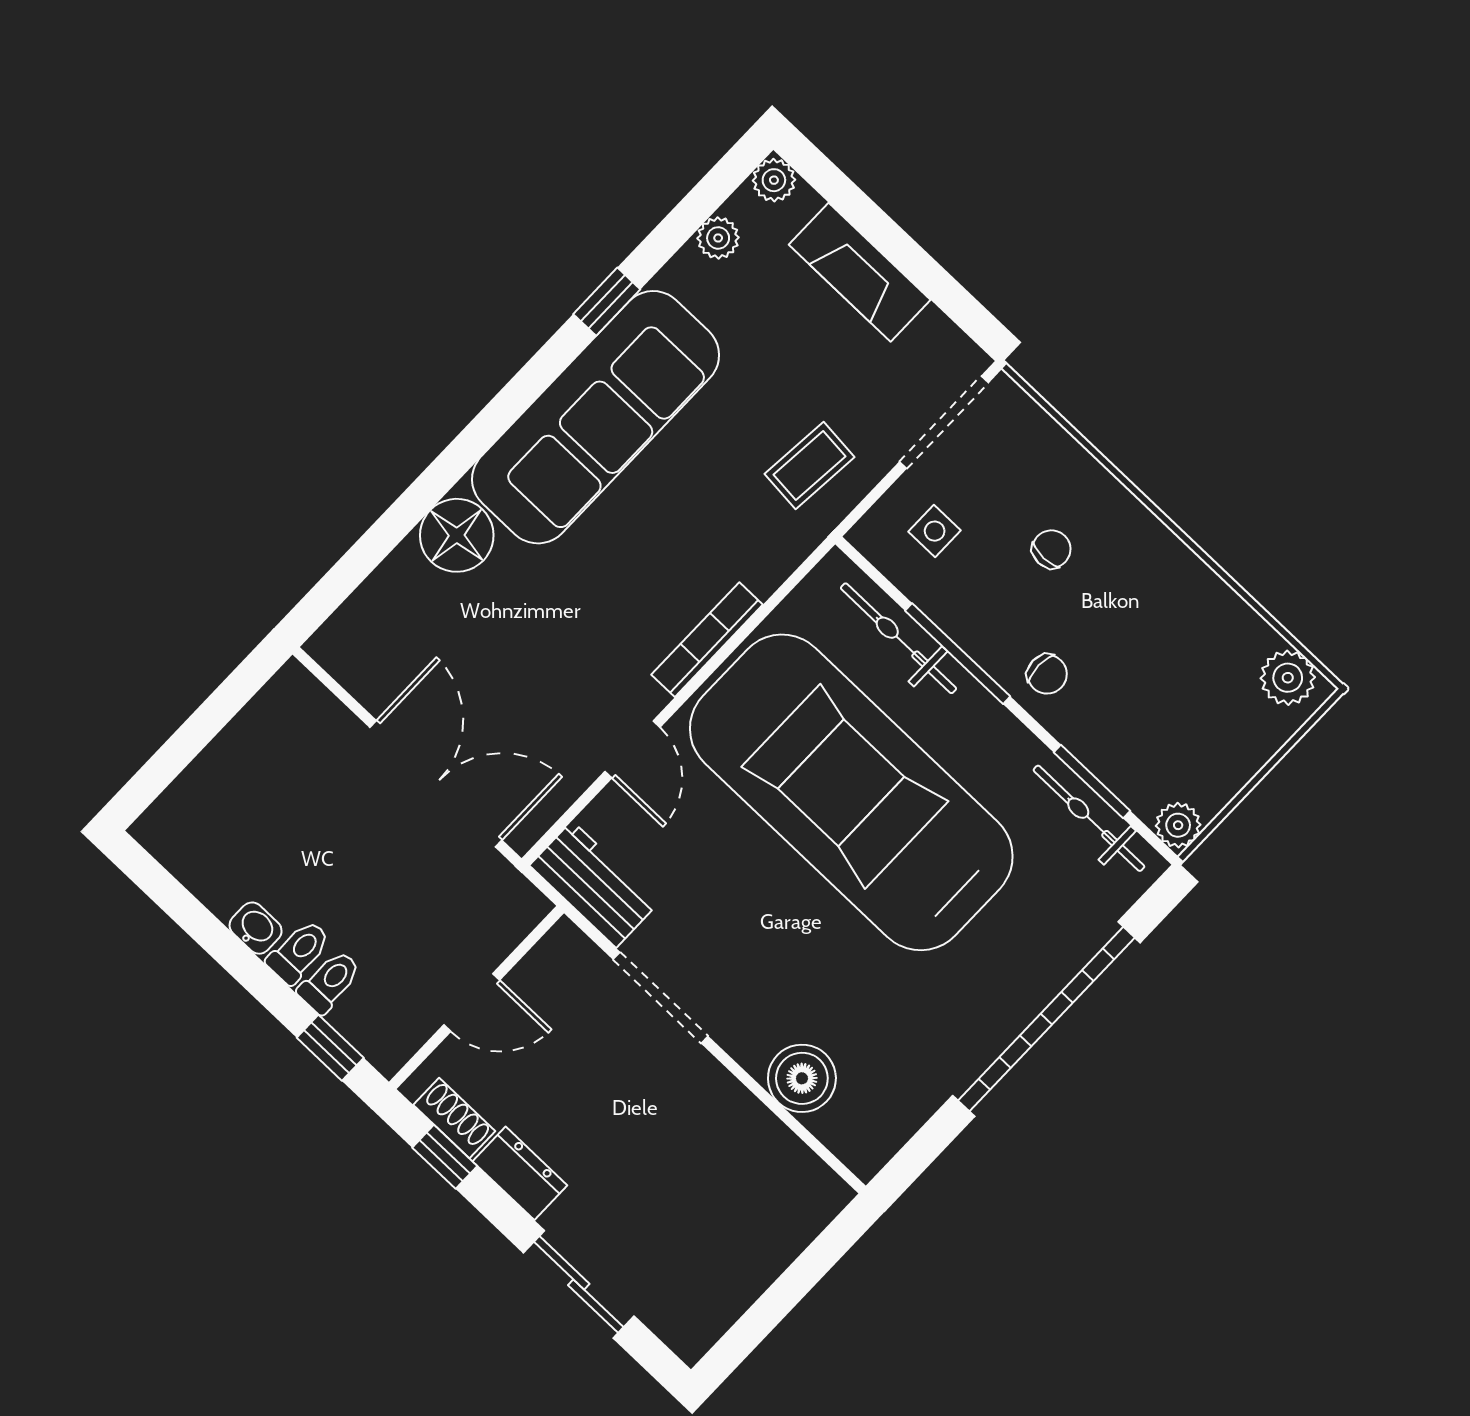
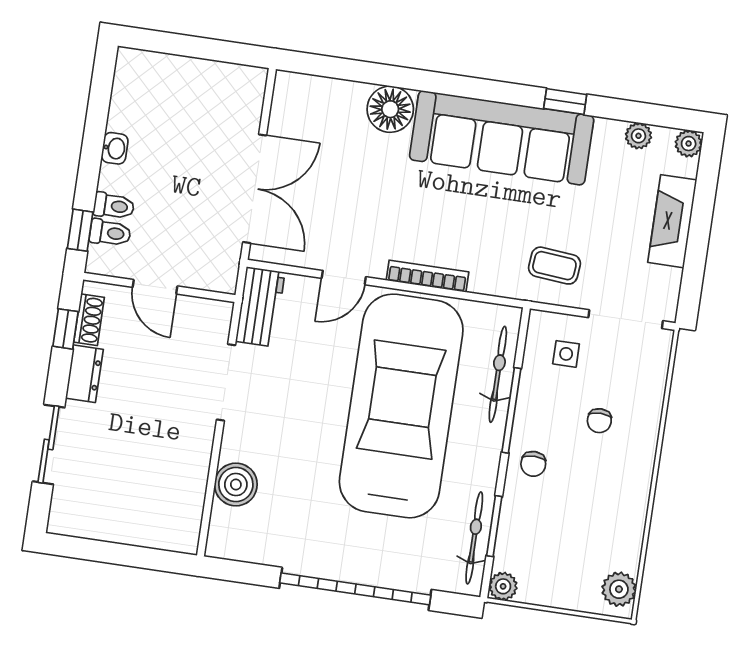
chair: (1051, 549) -> (599, 421), turned 90
toilet: (299, 952) -> (110, 233), moved

